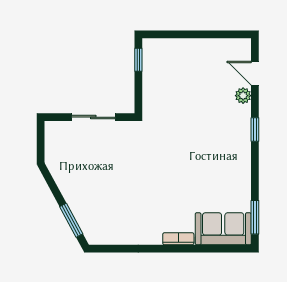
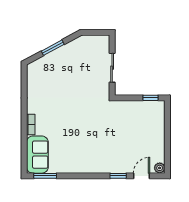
plant: (243, 96) -> (160, 168), moved
window: (255, 129) -> (118, 176), moved
window: (71, 220) -> (53, 48), moved

